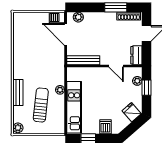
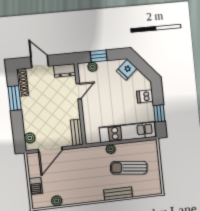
barbecue: (57, 17) -> (36, 186), moved
bench: (83, 60) -> (77, 132), width x0.73
plant: (18, 128) -> (57, 201), moved

